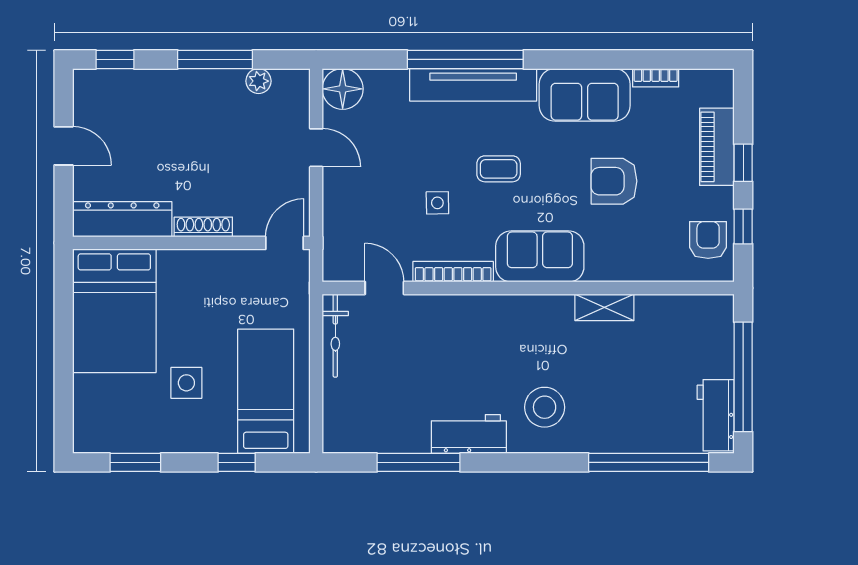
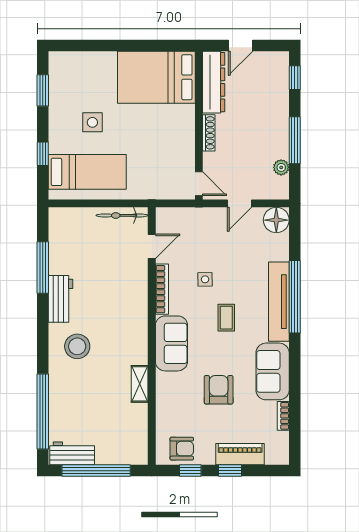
dresser: (122, 219) -> (214, 82), moved
shoe rack: (203, 227) -> (209, 133), moved
wall: (191, 243) -> (199, 125), moved
door: (284, 243) -> (199, 184), moved
bed: (114, 311) -> (156, 77), moved

